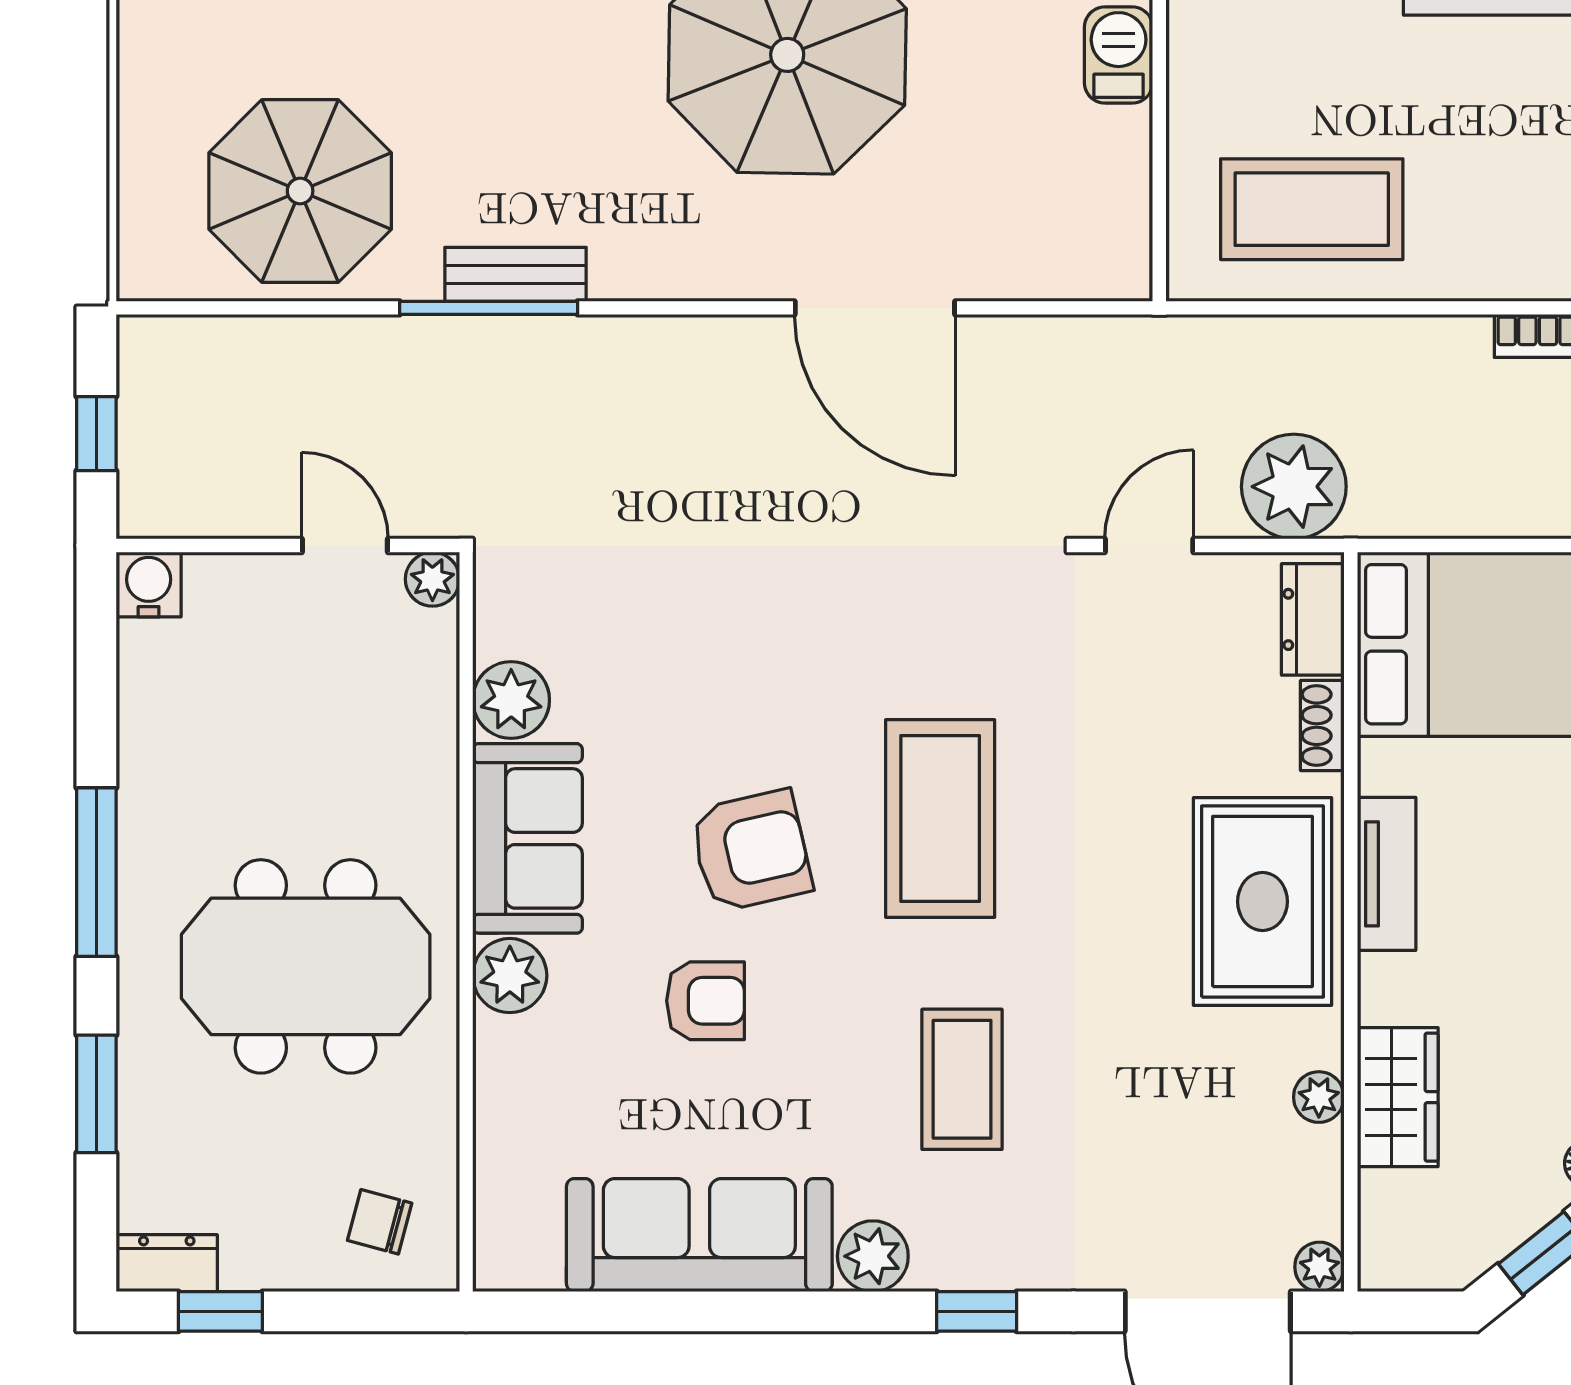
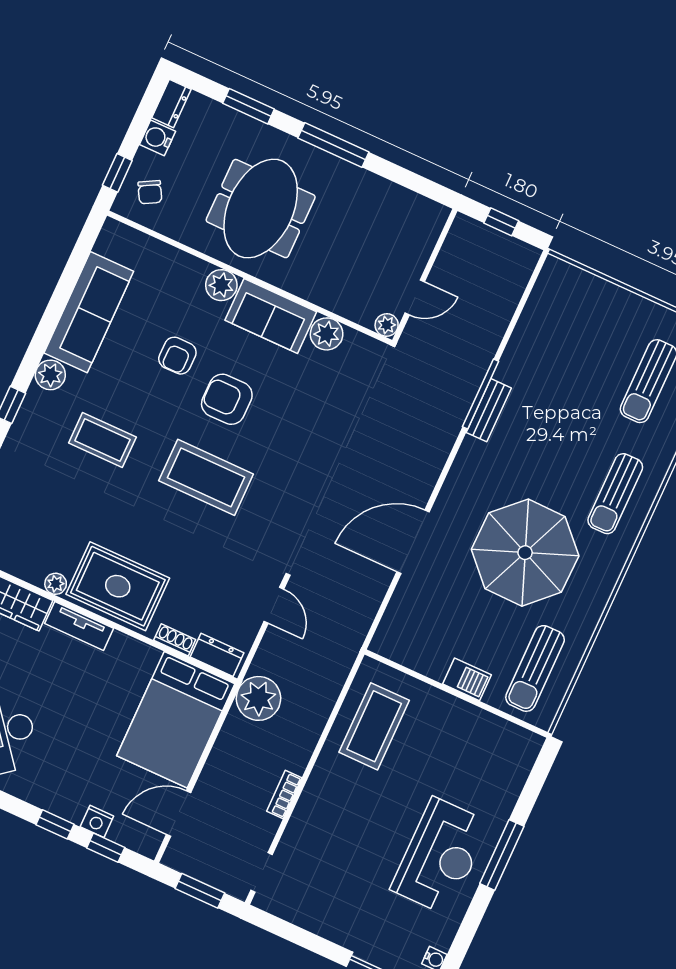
parasol: (300, 191) -> (558, 342), removed
plant: (1294, 487) -> (258, 698), moved
water cooler: (149, 585) -> (157, 138), moved, turned 180
armchair: (751, 851) -> (227, 399), turned 103
tv unit: (1387, 874) -> (79, 626), moved
plant: (1319, 1097) -> (56, 584), moved
chair: (380, 1222) -> (150, 192), turned 136
window: (220, 1311) -> (117, 173), moved

